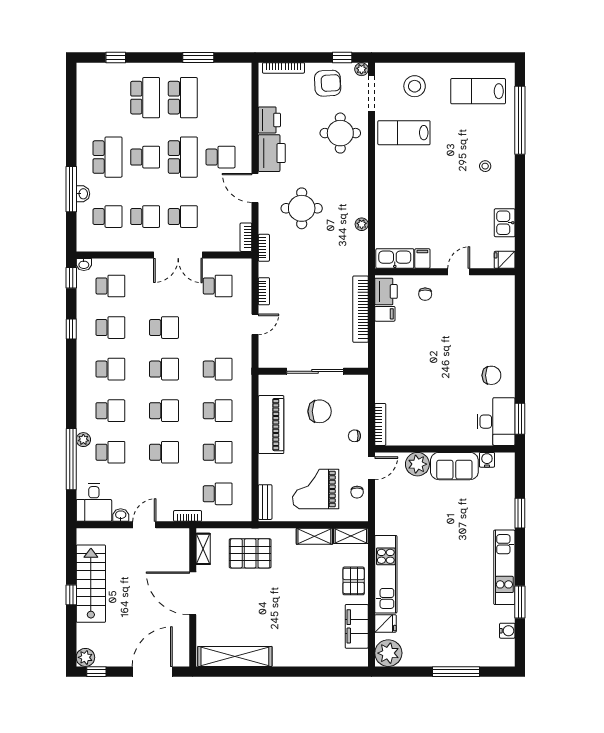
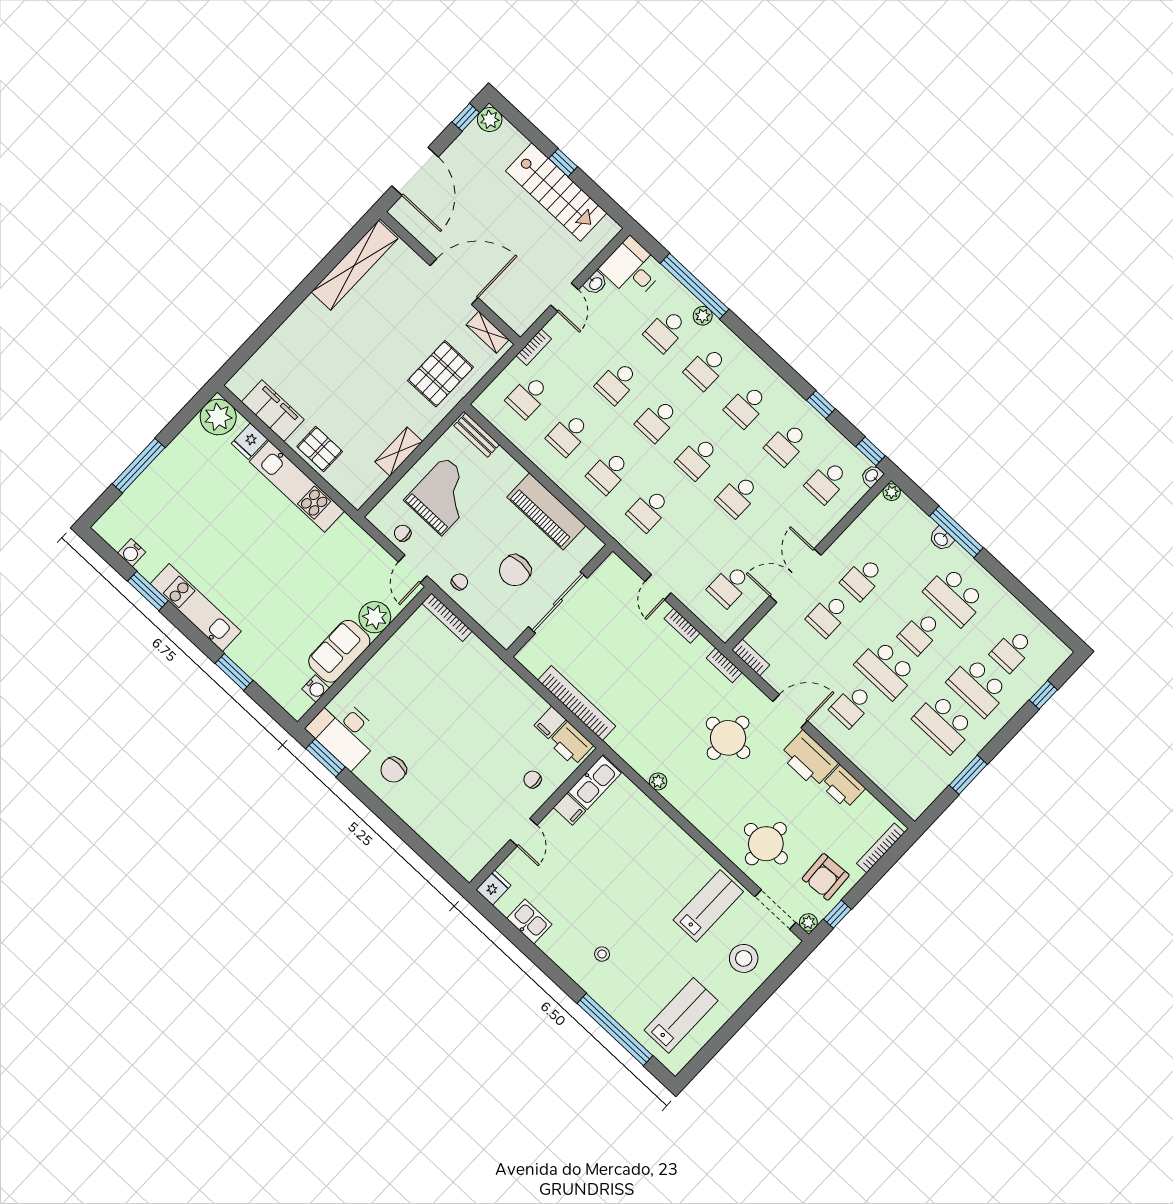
school desk: (107, 217) -> (1012, 650), moved
plant: (83, 245) -> (892, 492), added
shelving: (351, 536) -> (366, 487), removed

